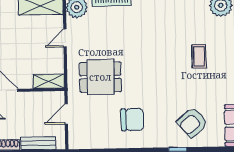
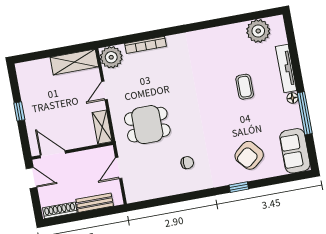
shelving: (49, 81) -> (102, 127), moved, turned 90
chair: (132, 120) -> (187, 163), width x0.54, depth x0.54

